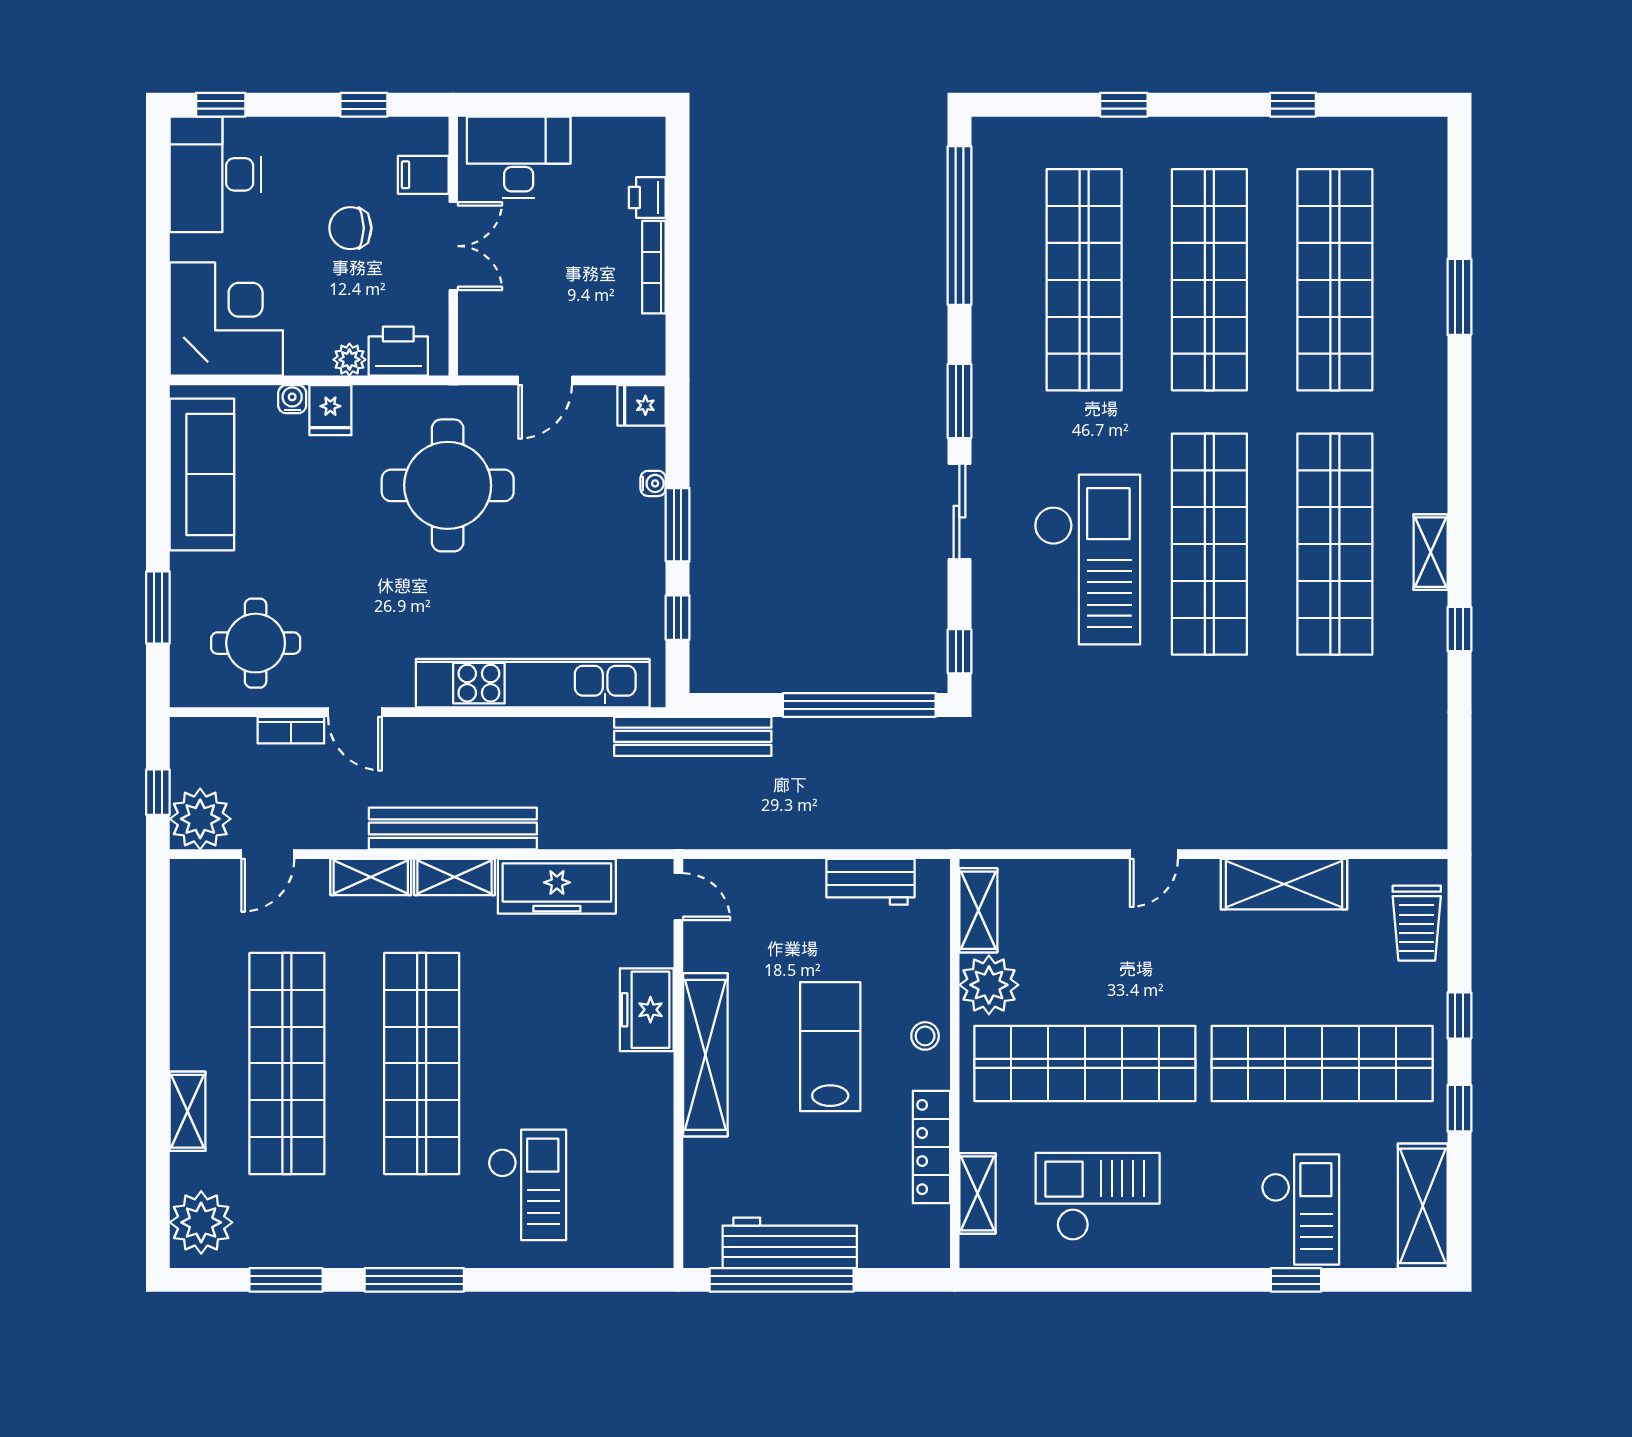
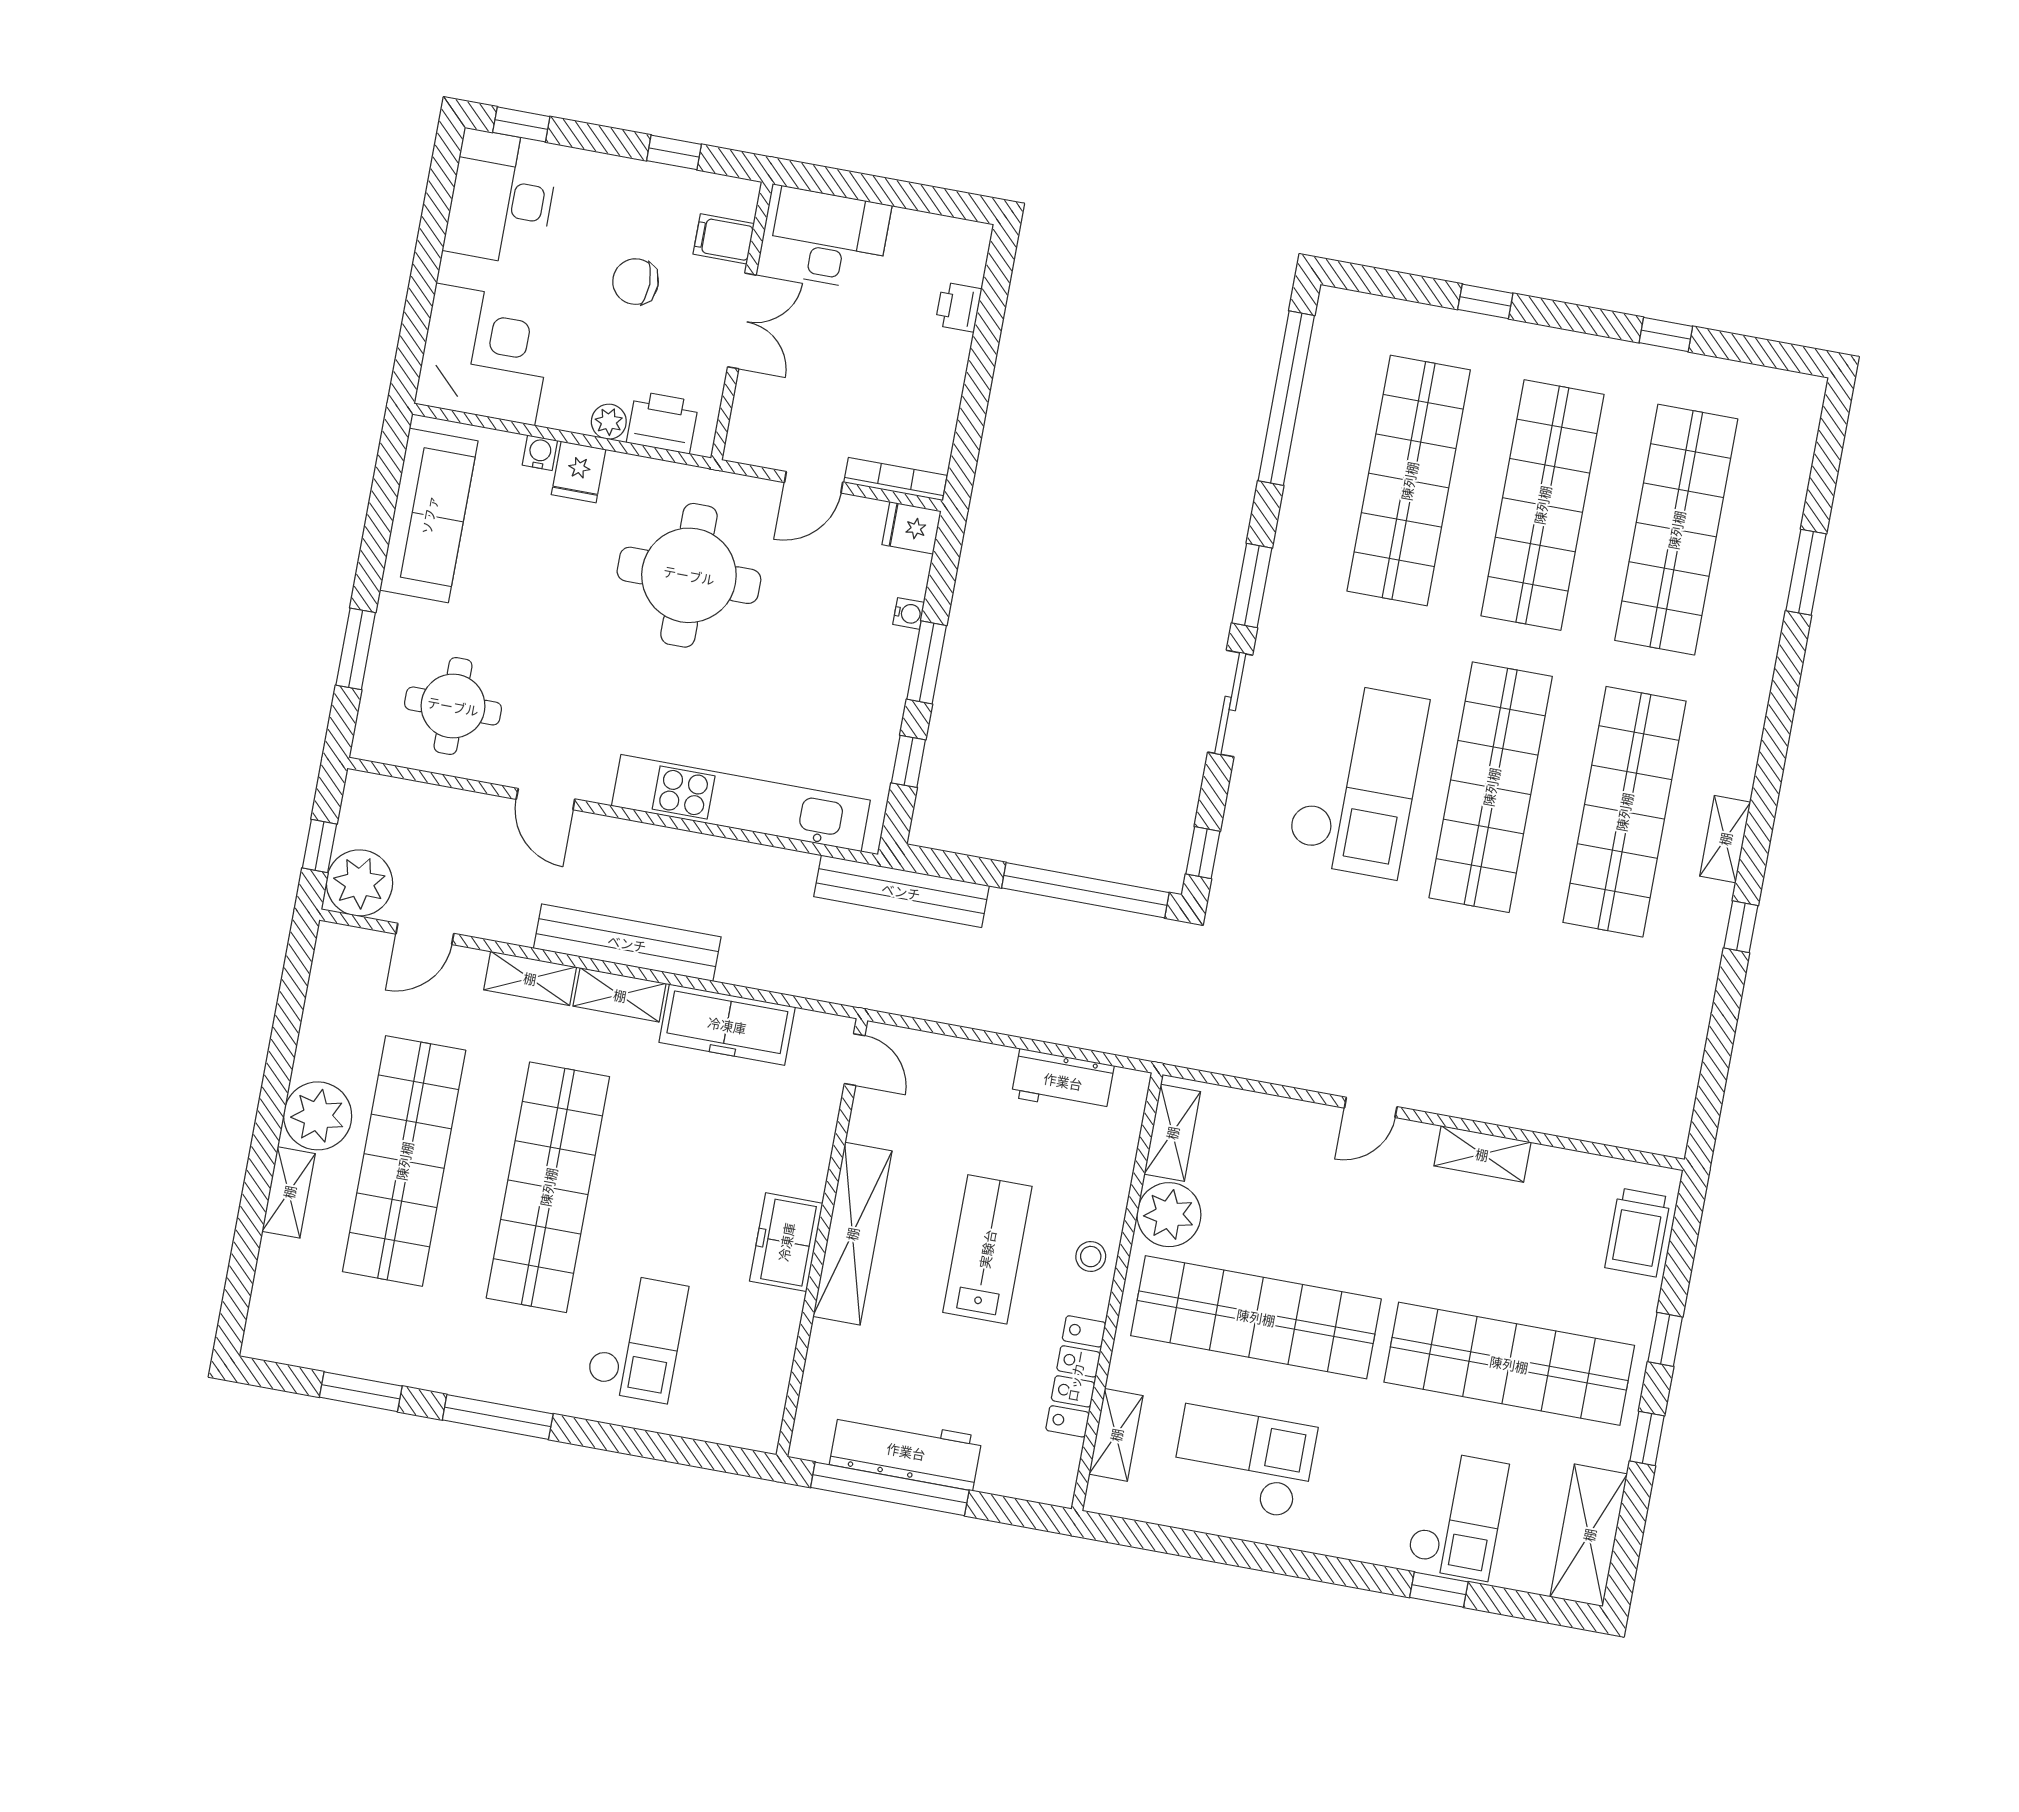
bookcase: (654, 267) -> (895, 479), moved, turned 90
bookcase: (291, 730) -> (474, 806), removed
shelving: (1284, 884) -> (1482, 1154), width x0.67, depth x0.75
freezer: (647, 1010) -> (786, 1242), moved
plant: (201, 1222) -> (318, 1116), moved

